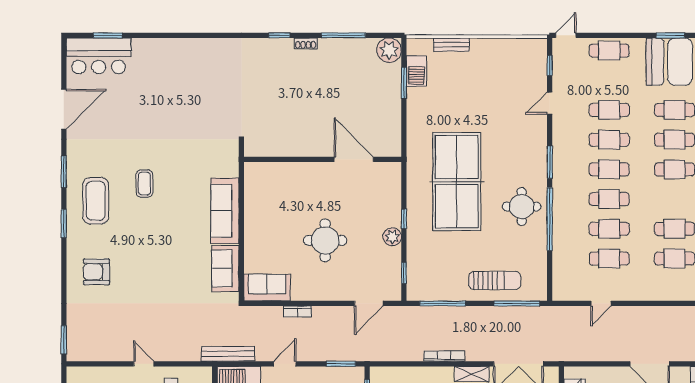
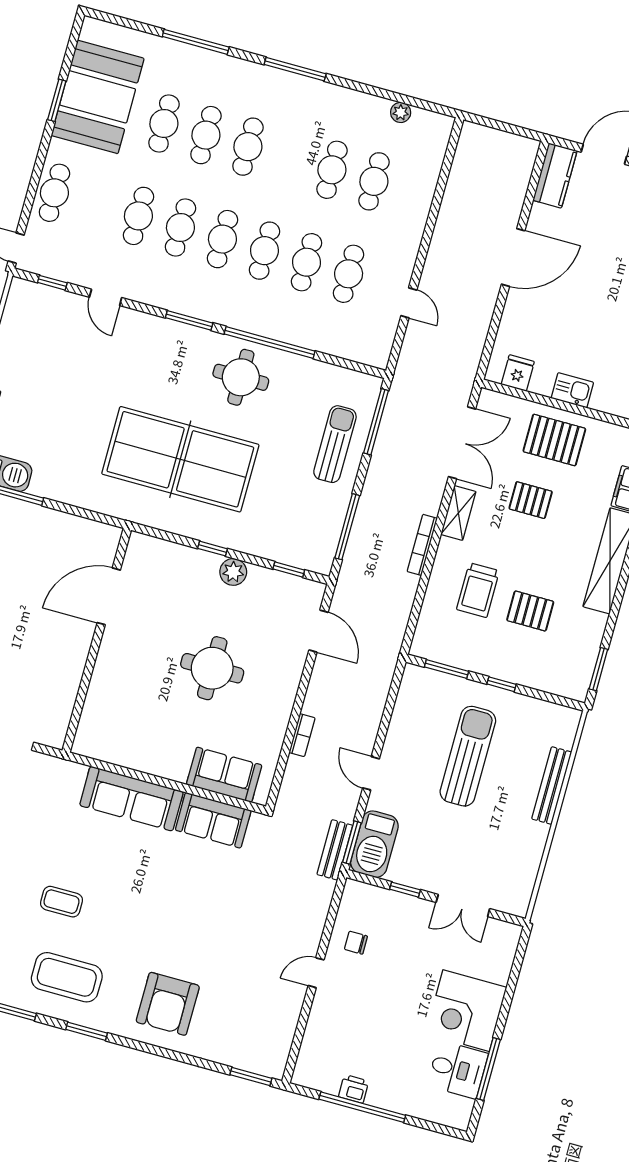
armchair: (96, 272) -> (168, 1004), width x1.36, depth x1.36
sofa: (267, 288) -> (224, 775), moved, turned 90
bench: (228, 354) -> (335, 850), width x0.73
window: (341, 364) -> (352, 843), moved

